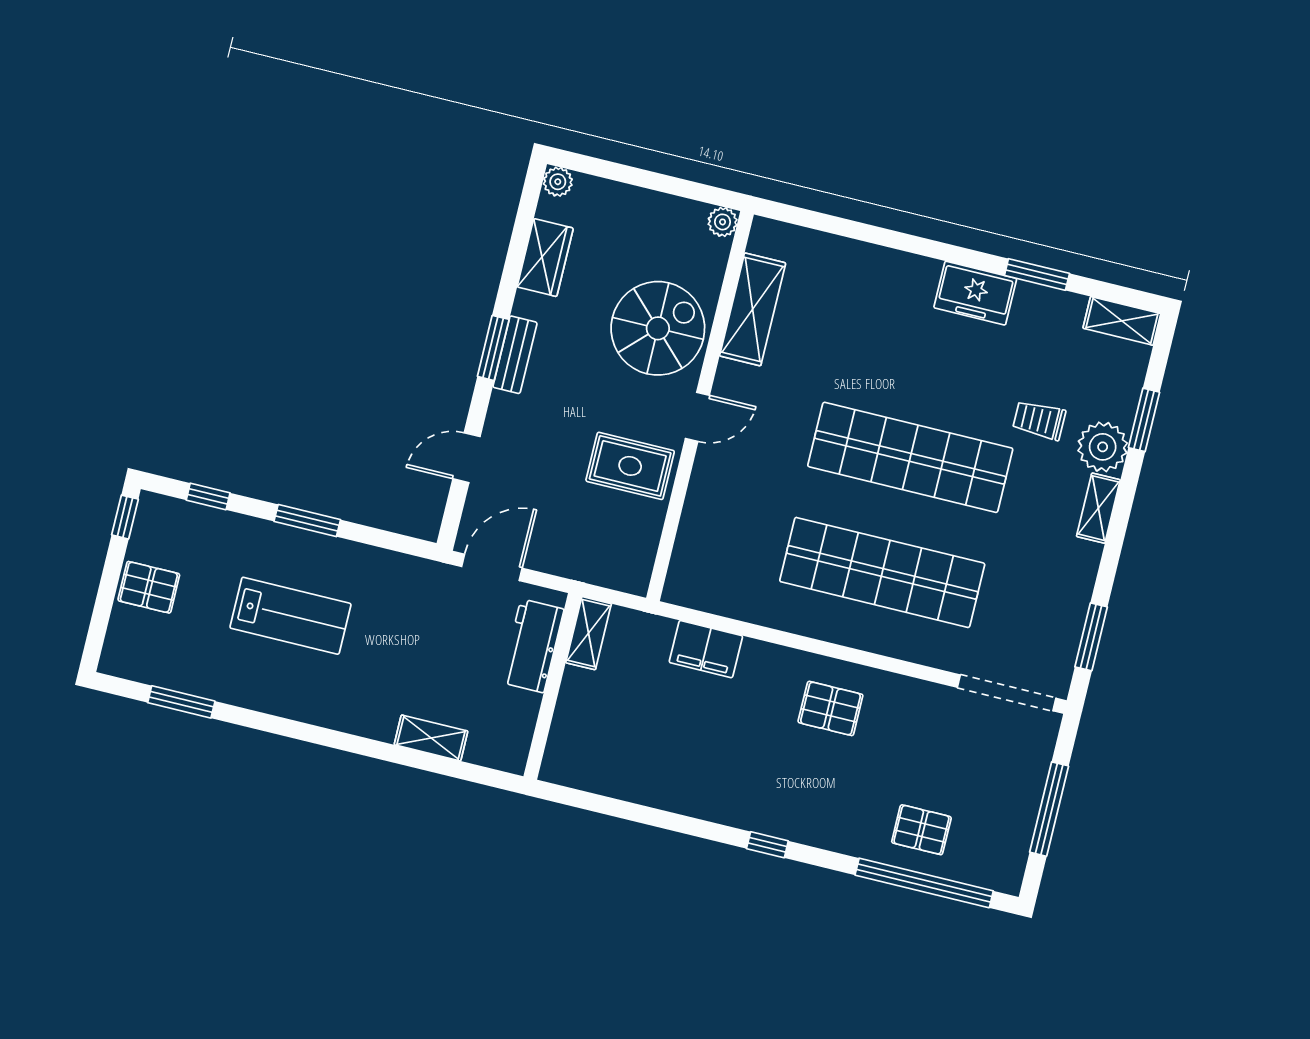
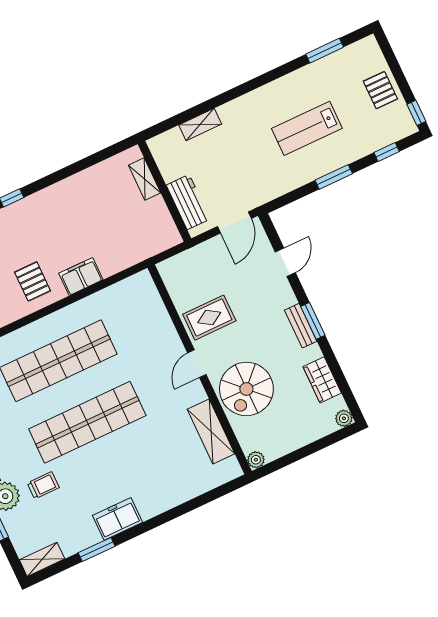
pallet: (149, 587) -> (380, 90), turned 90
shelving: (589, 633) -> (145, 179), moved
filing cabinet: (706, 649) -> (81, 277), moved
pallet: (830, 708) -> (33, 281), turned 90

